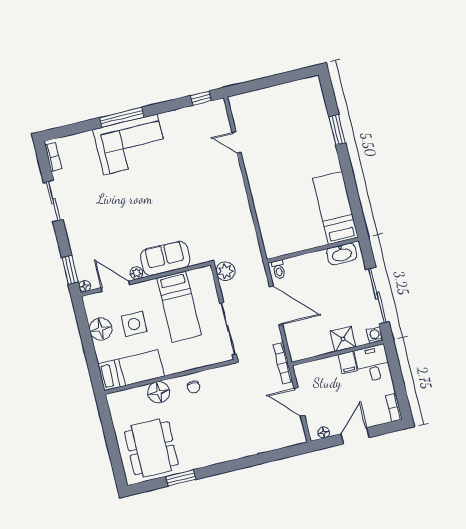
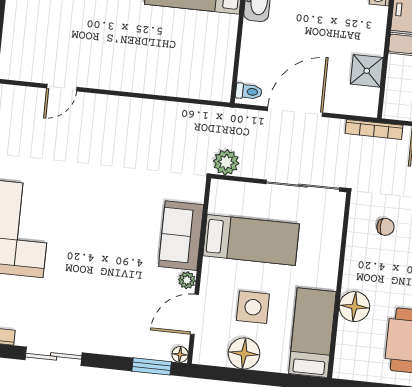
shower: (343, 339) -> (367, 71), moved
chair: (194, 387) -> (386, 227), moved

